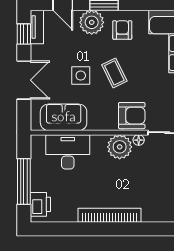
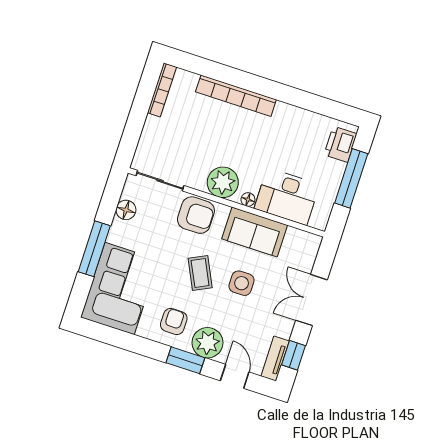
armchair: (122, 30) -> (174, 321), turned 180
armchair: (132, 116) -> (196, 215), turned 180
sofa: (64, 117) -> (255, 232), moved
floor lamp: (139, 140) -> (248, 200), moved
bookcase: (109, 215) -> (236, 96), moved

